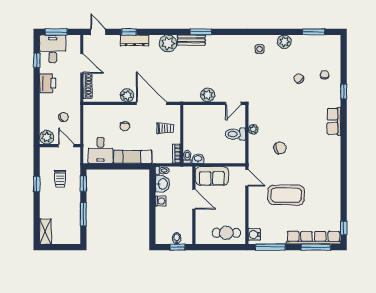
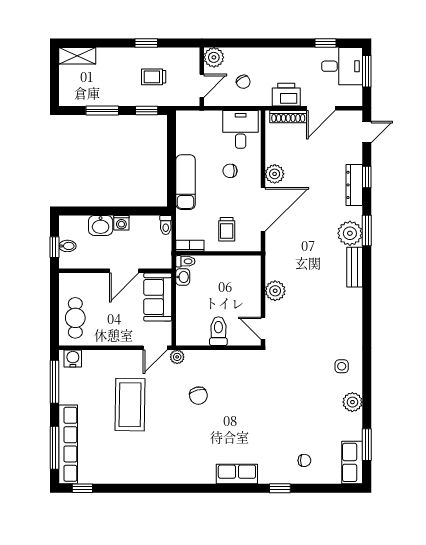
window: (201, 32) -> (367, 230), moved
row of seats: (326, 42) -> (352, 462), added
chair: (299, 78) -> (299, 423), removed
printer: (48, 83) -> (286, 95), moved, turned 180
plant: (253, 129) -> (177, 357), moved
desk: (100, 150) -> (241, 129), moved, turned 90
washbasin: (163, 184) -> (101, 225), moved

